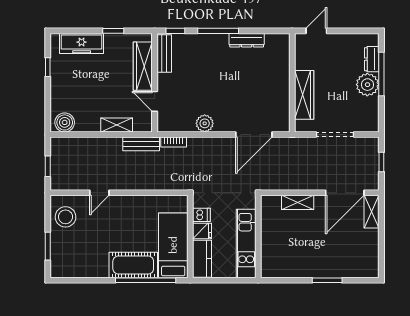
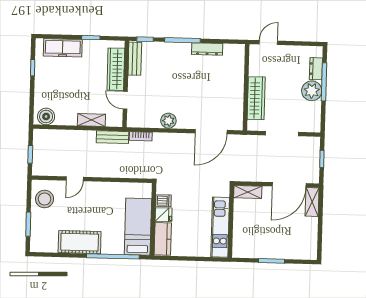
wall: (258, 237) -> (231, 221), moved
kitchen unit: (246, 243) -> (220, 227), moved
cot: (133, 265) -> (80, 242), moved

